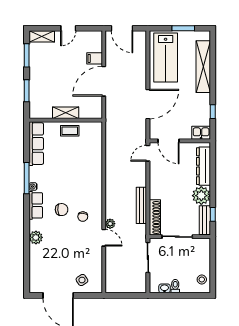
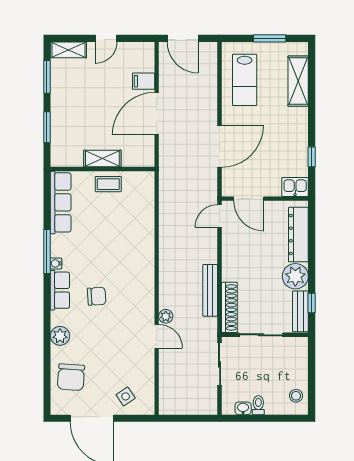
lab bench: (166, 57) -> (245, 80), width x0.73, depth x0.72
shelving: (203, 67) -> (298, 81), width x0.68
chair: (83, 217) -> (71, 377), moved, width x1.87, depth x1.87

